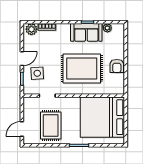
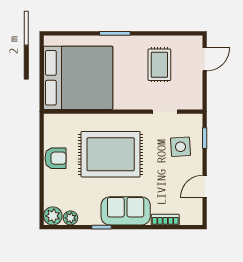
plant: (31, 29) -> (53, 216), moved
sofa: (86, 32) -> (126, 211), moved
door: (22, 59) -> (205, 186), moved
armchair: (117, 66) -> (56, 158), turned 90
rug: (51, 125) -> (159, 65), width x0.73, depth x0.70

